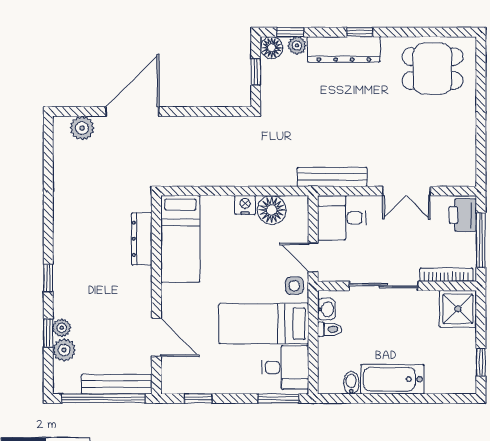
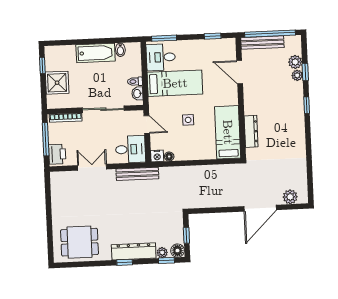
nightstand: (245, 205) -> (157, 156), moved
floor lamp: (272, 210) -> (169, 157), width x0.53, depth x0.53
side table: (294, 286) -> (188, 120), moved
shower: (458, 309) -> (57, 83), moved

